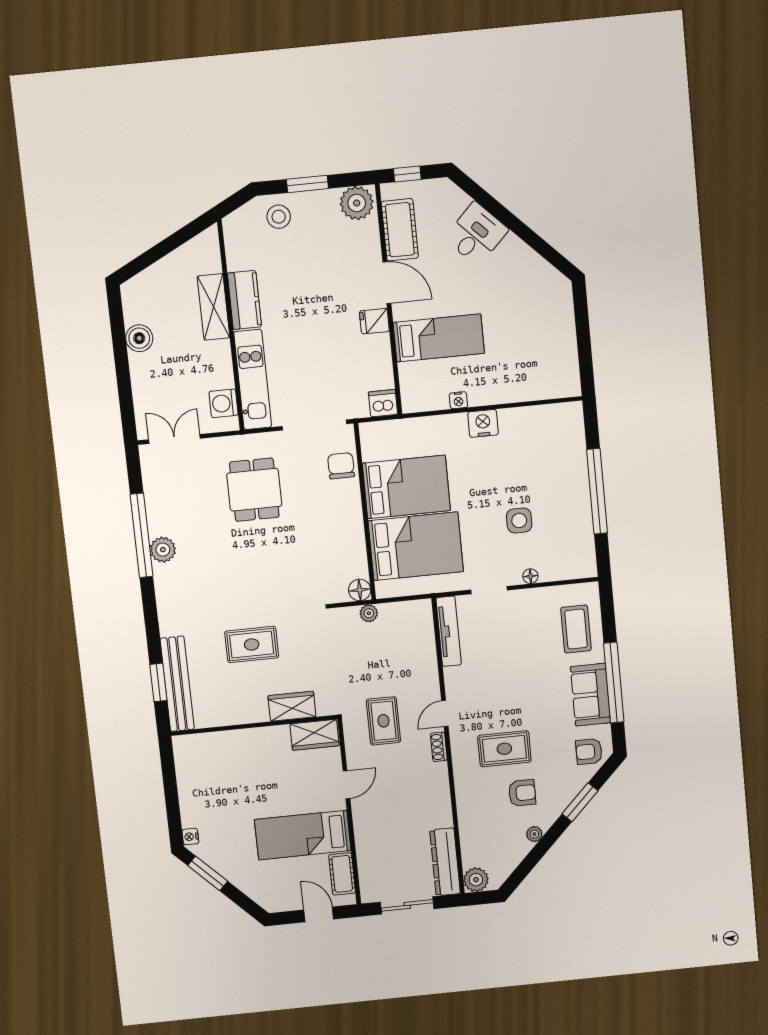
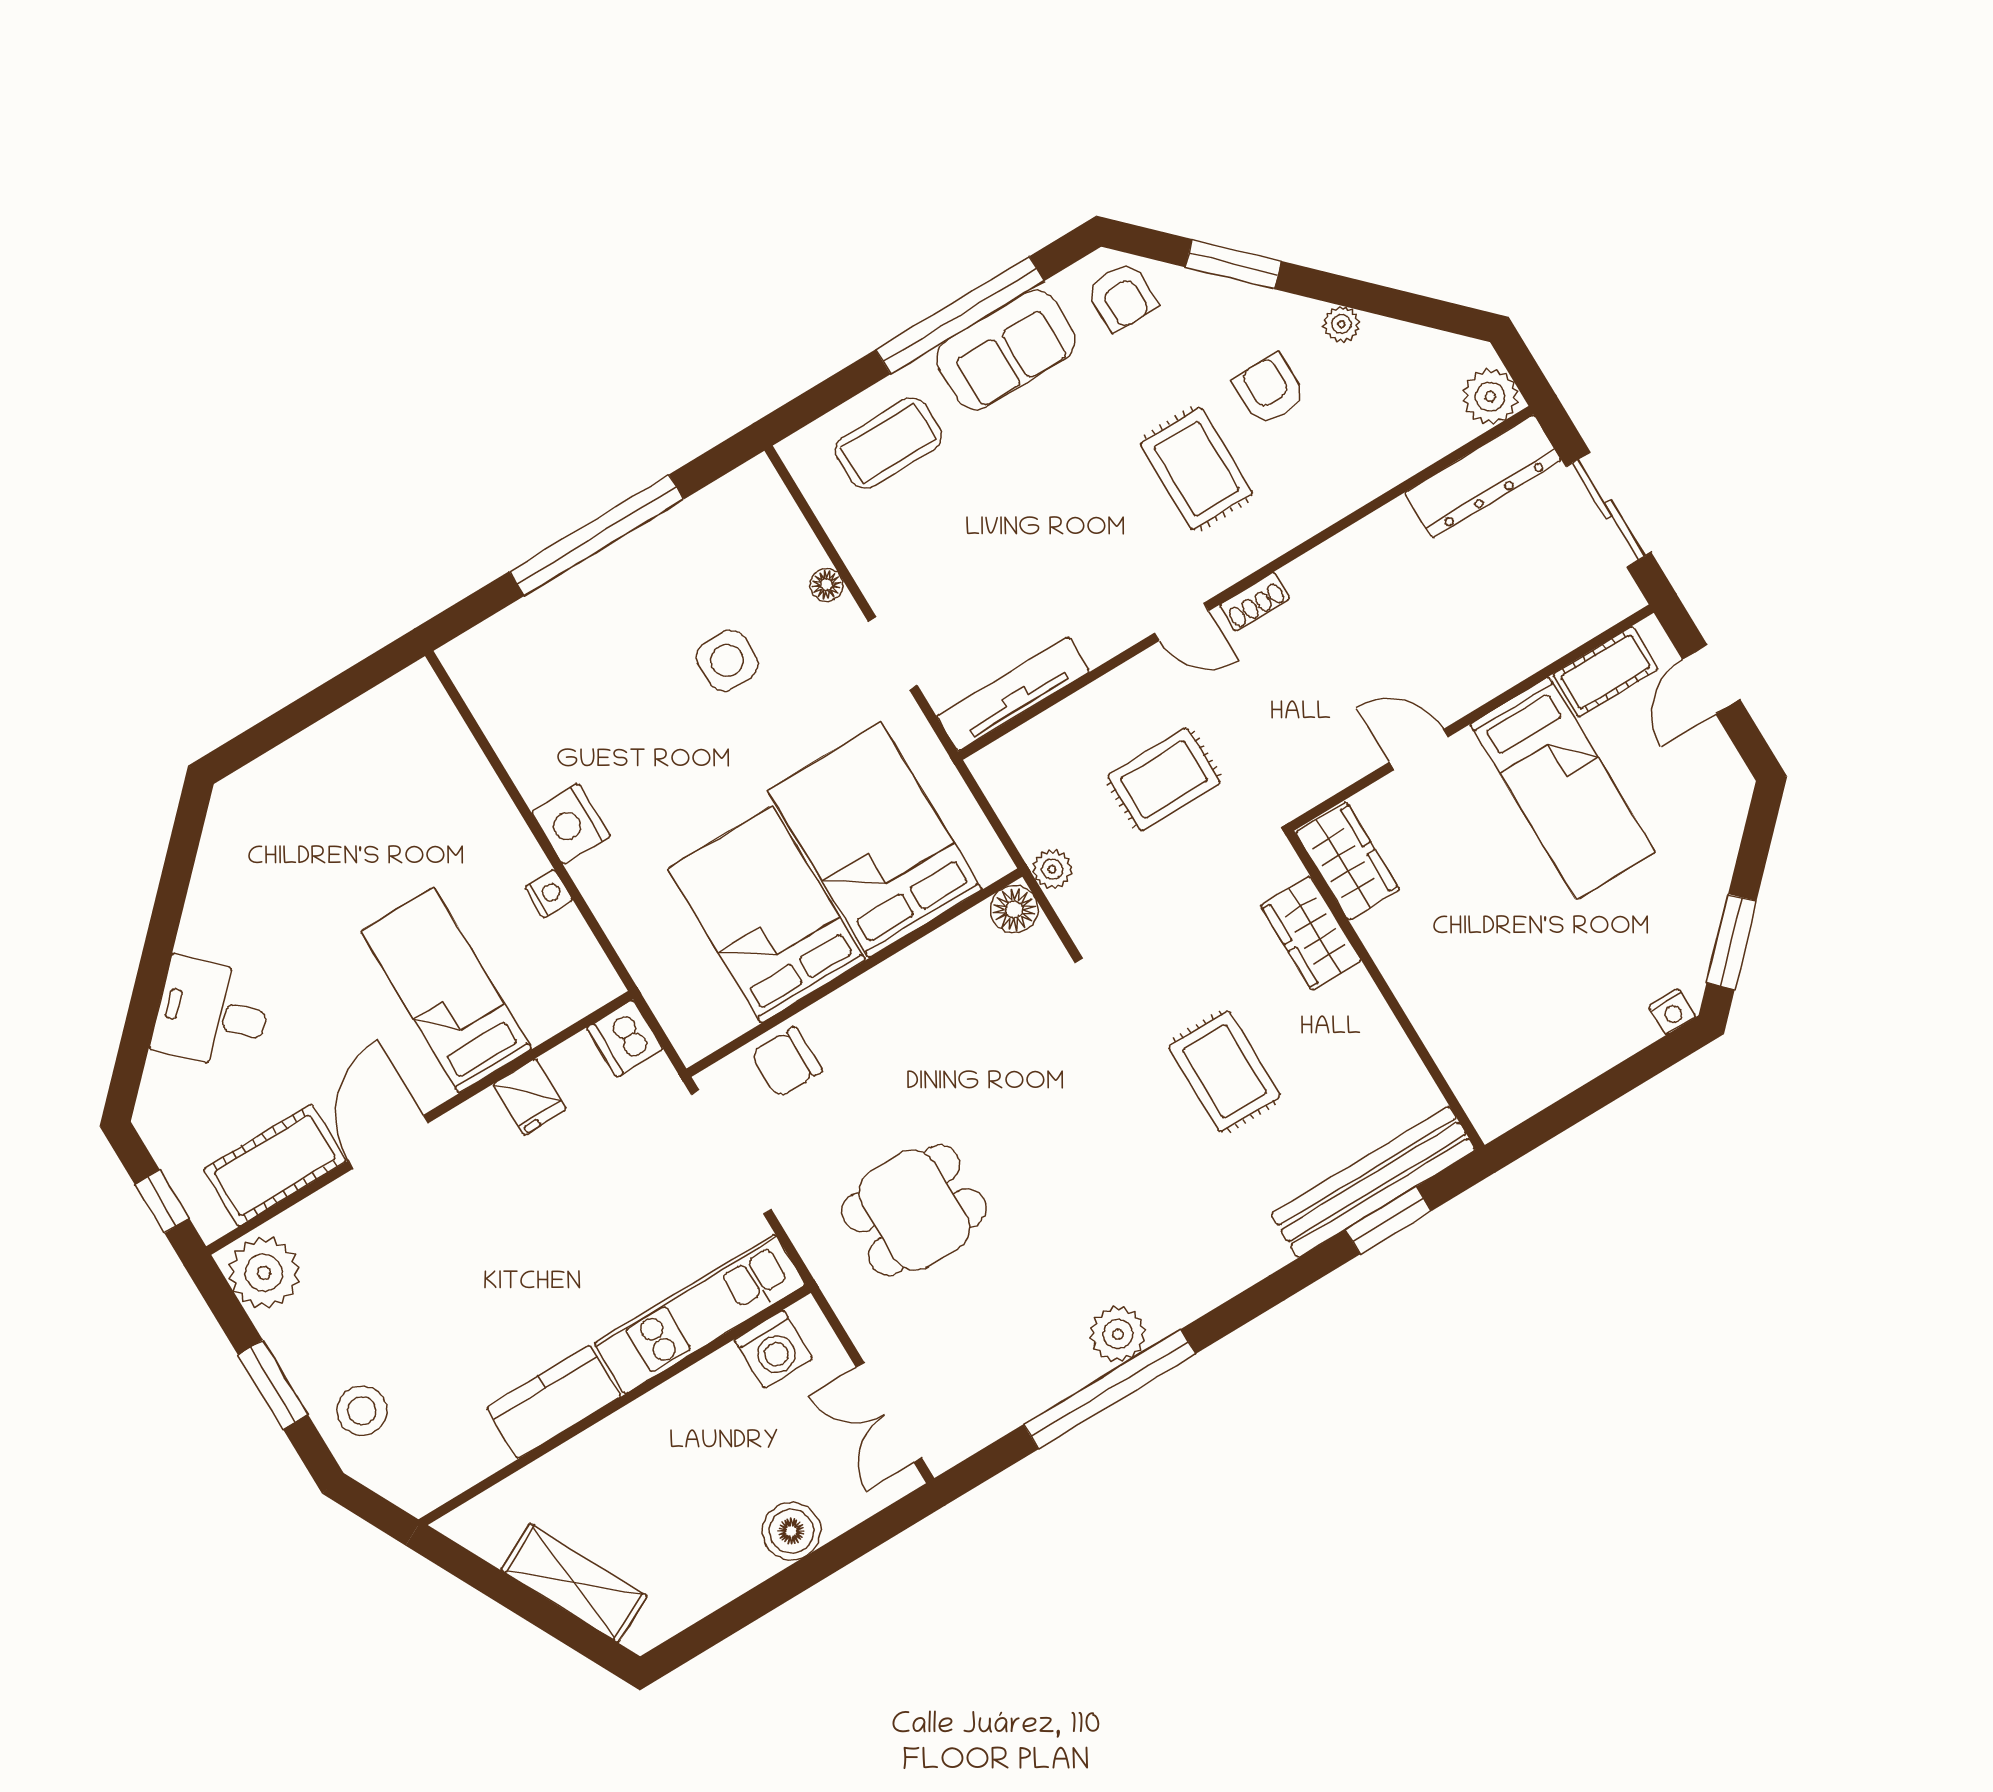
shelving: (213, 307) -> (574, 1583), moved, turned 63
fridge: (374, 321) -> (530, 1097), moved
boiler: (139, 338) -> (791, 1531), moved
rug: (383, 721) -> (1164, 779), moved

